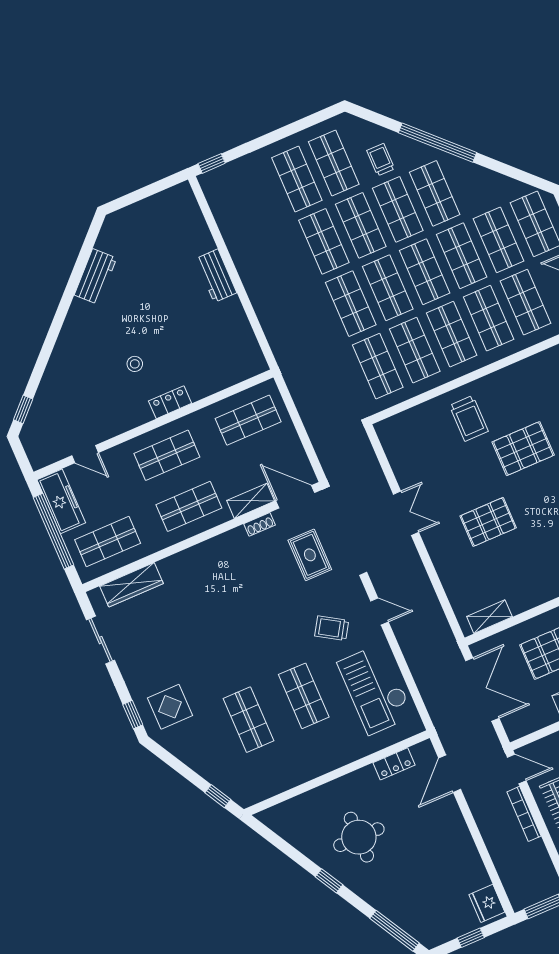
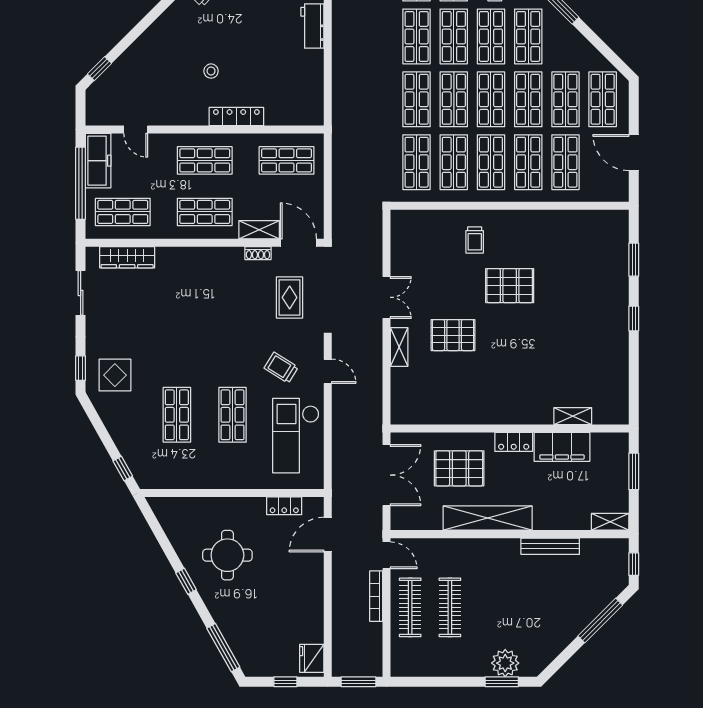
locker: (170, 402) -> (236, 117), width x1.53
trolley: (469, 418) -> (475, 240), width x0.73, depth x0.72
shelving: (489, 617) -> (399, 347), moved, turned 90

